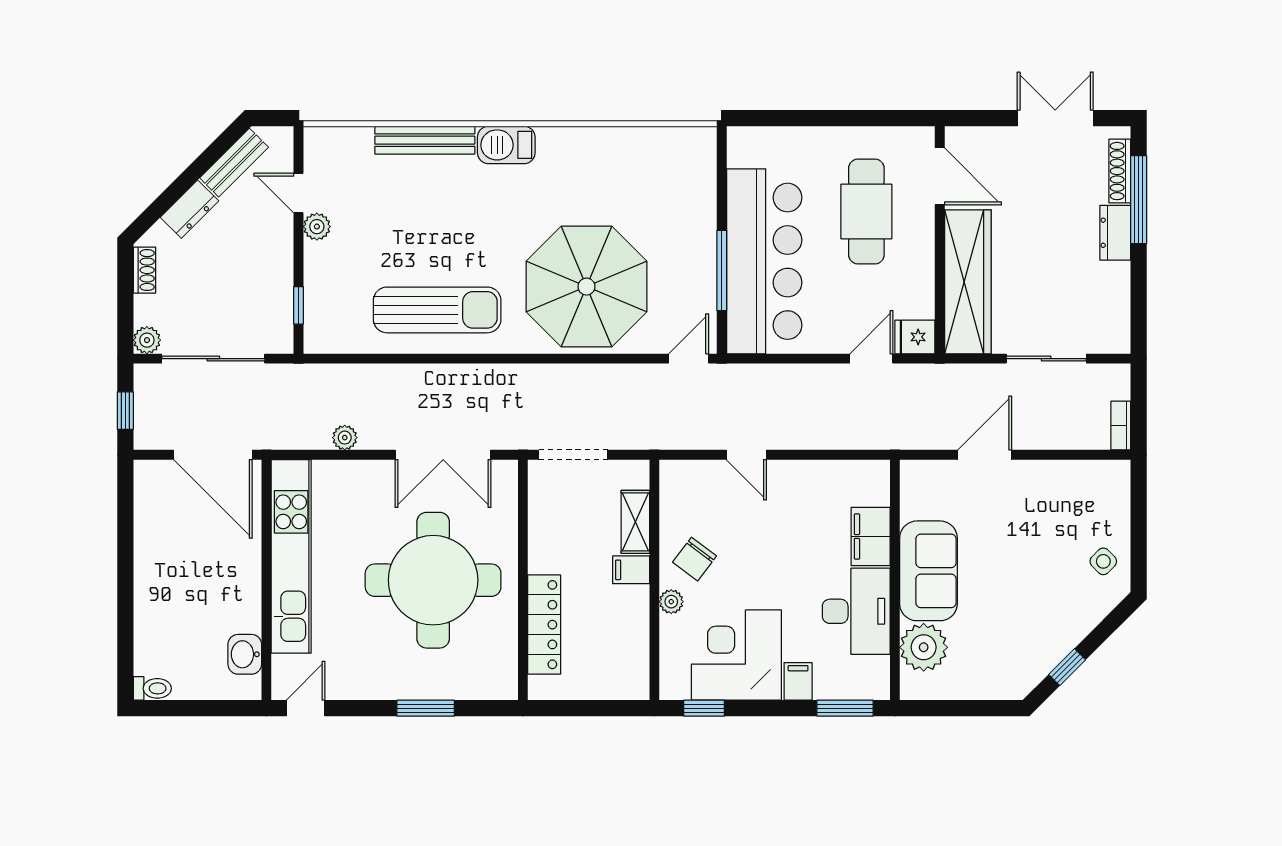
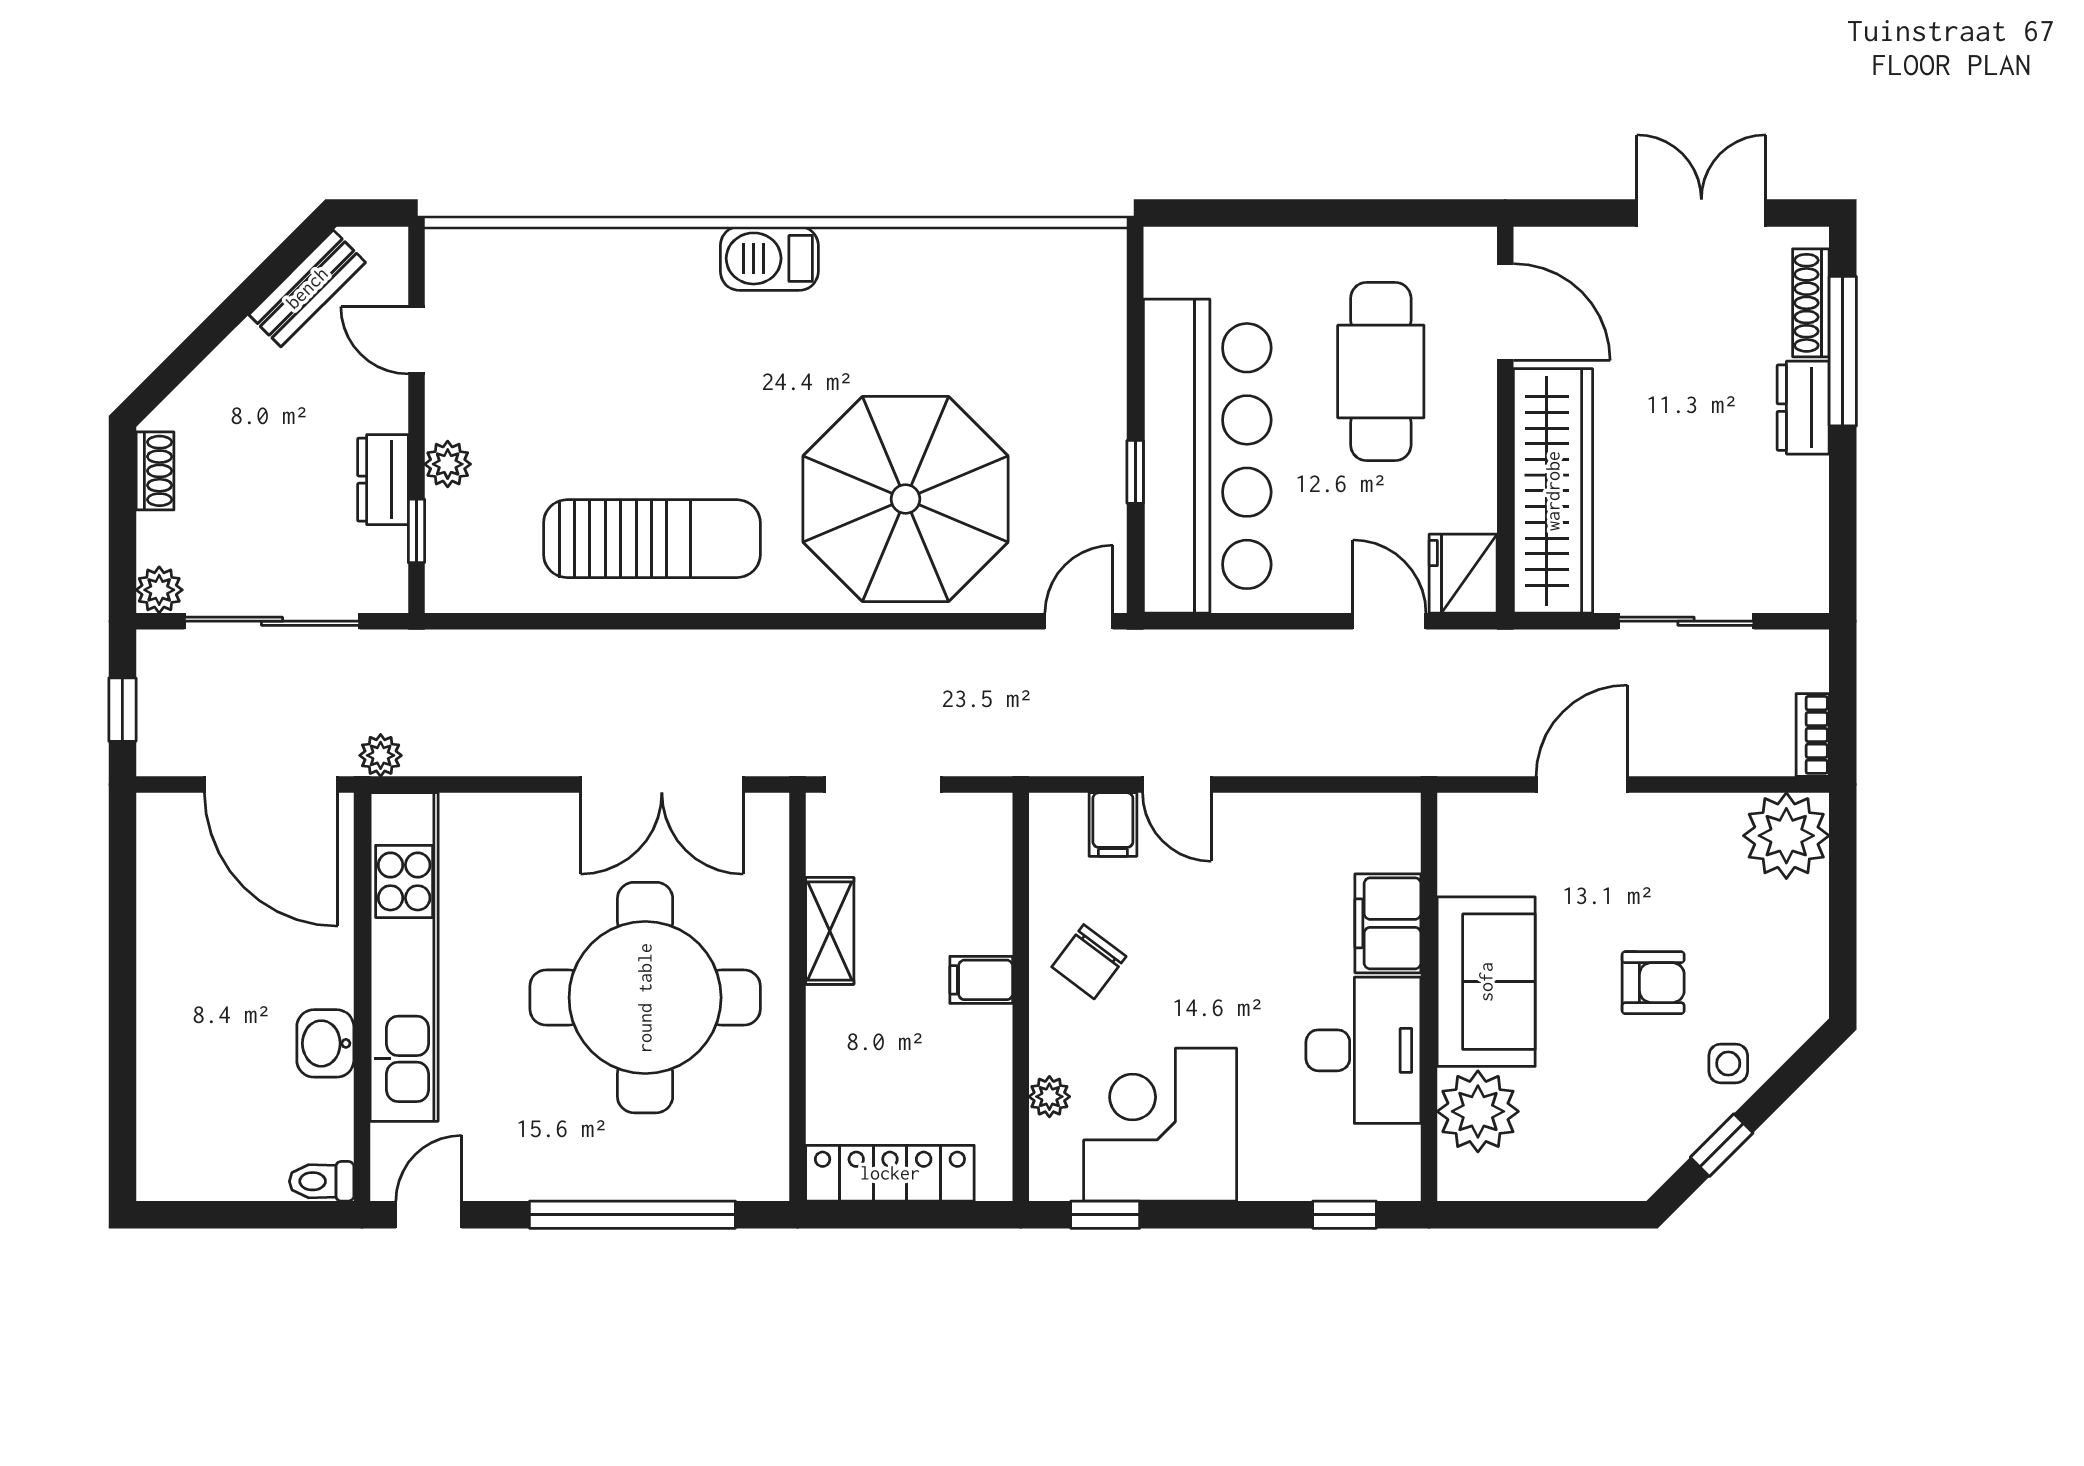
bench: (425, 140) -> (631, 250), removed
dresser: (190, 209) -> (383, 480), moved, turned 135
plant: (317, 227) -> (448, 464), moved
window: (722, 271) -> (1135, 472), width x0.46
fridge: (915, 337) -> (1463, 574), width x1.38
door: (871, 359) -> (1389, 621), hinge flipped
plant: (345, 438) -> (381, 755), moved
plant: (1105, 485) -> (1786, 836), added
shelving: (635, 522) -> (830, 931), moved
side table: (1103, 561) -> (1728, 1063), moved, turned 45
armchair: (1027, 571) -> (1653, 983), added
plant: (671, 602) -> (1049, 1097), moved
locker: (544, 625) -> (890, 1173), moved, turned -90
washbasin: (245, 654) -> (325, 1043), moved
filing cabinet: (798, 681) -> (1113, 825), moved, turned 180
toilet: (152, 688) -> (322, 1181), moved, turned 180
window: (426, 708) -> (632, 1215), width x2.11
window: (845, 708) -> (1345, 1215), width x0.67

